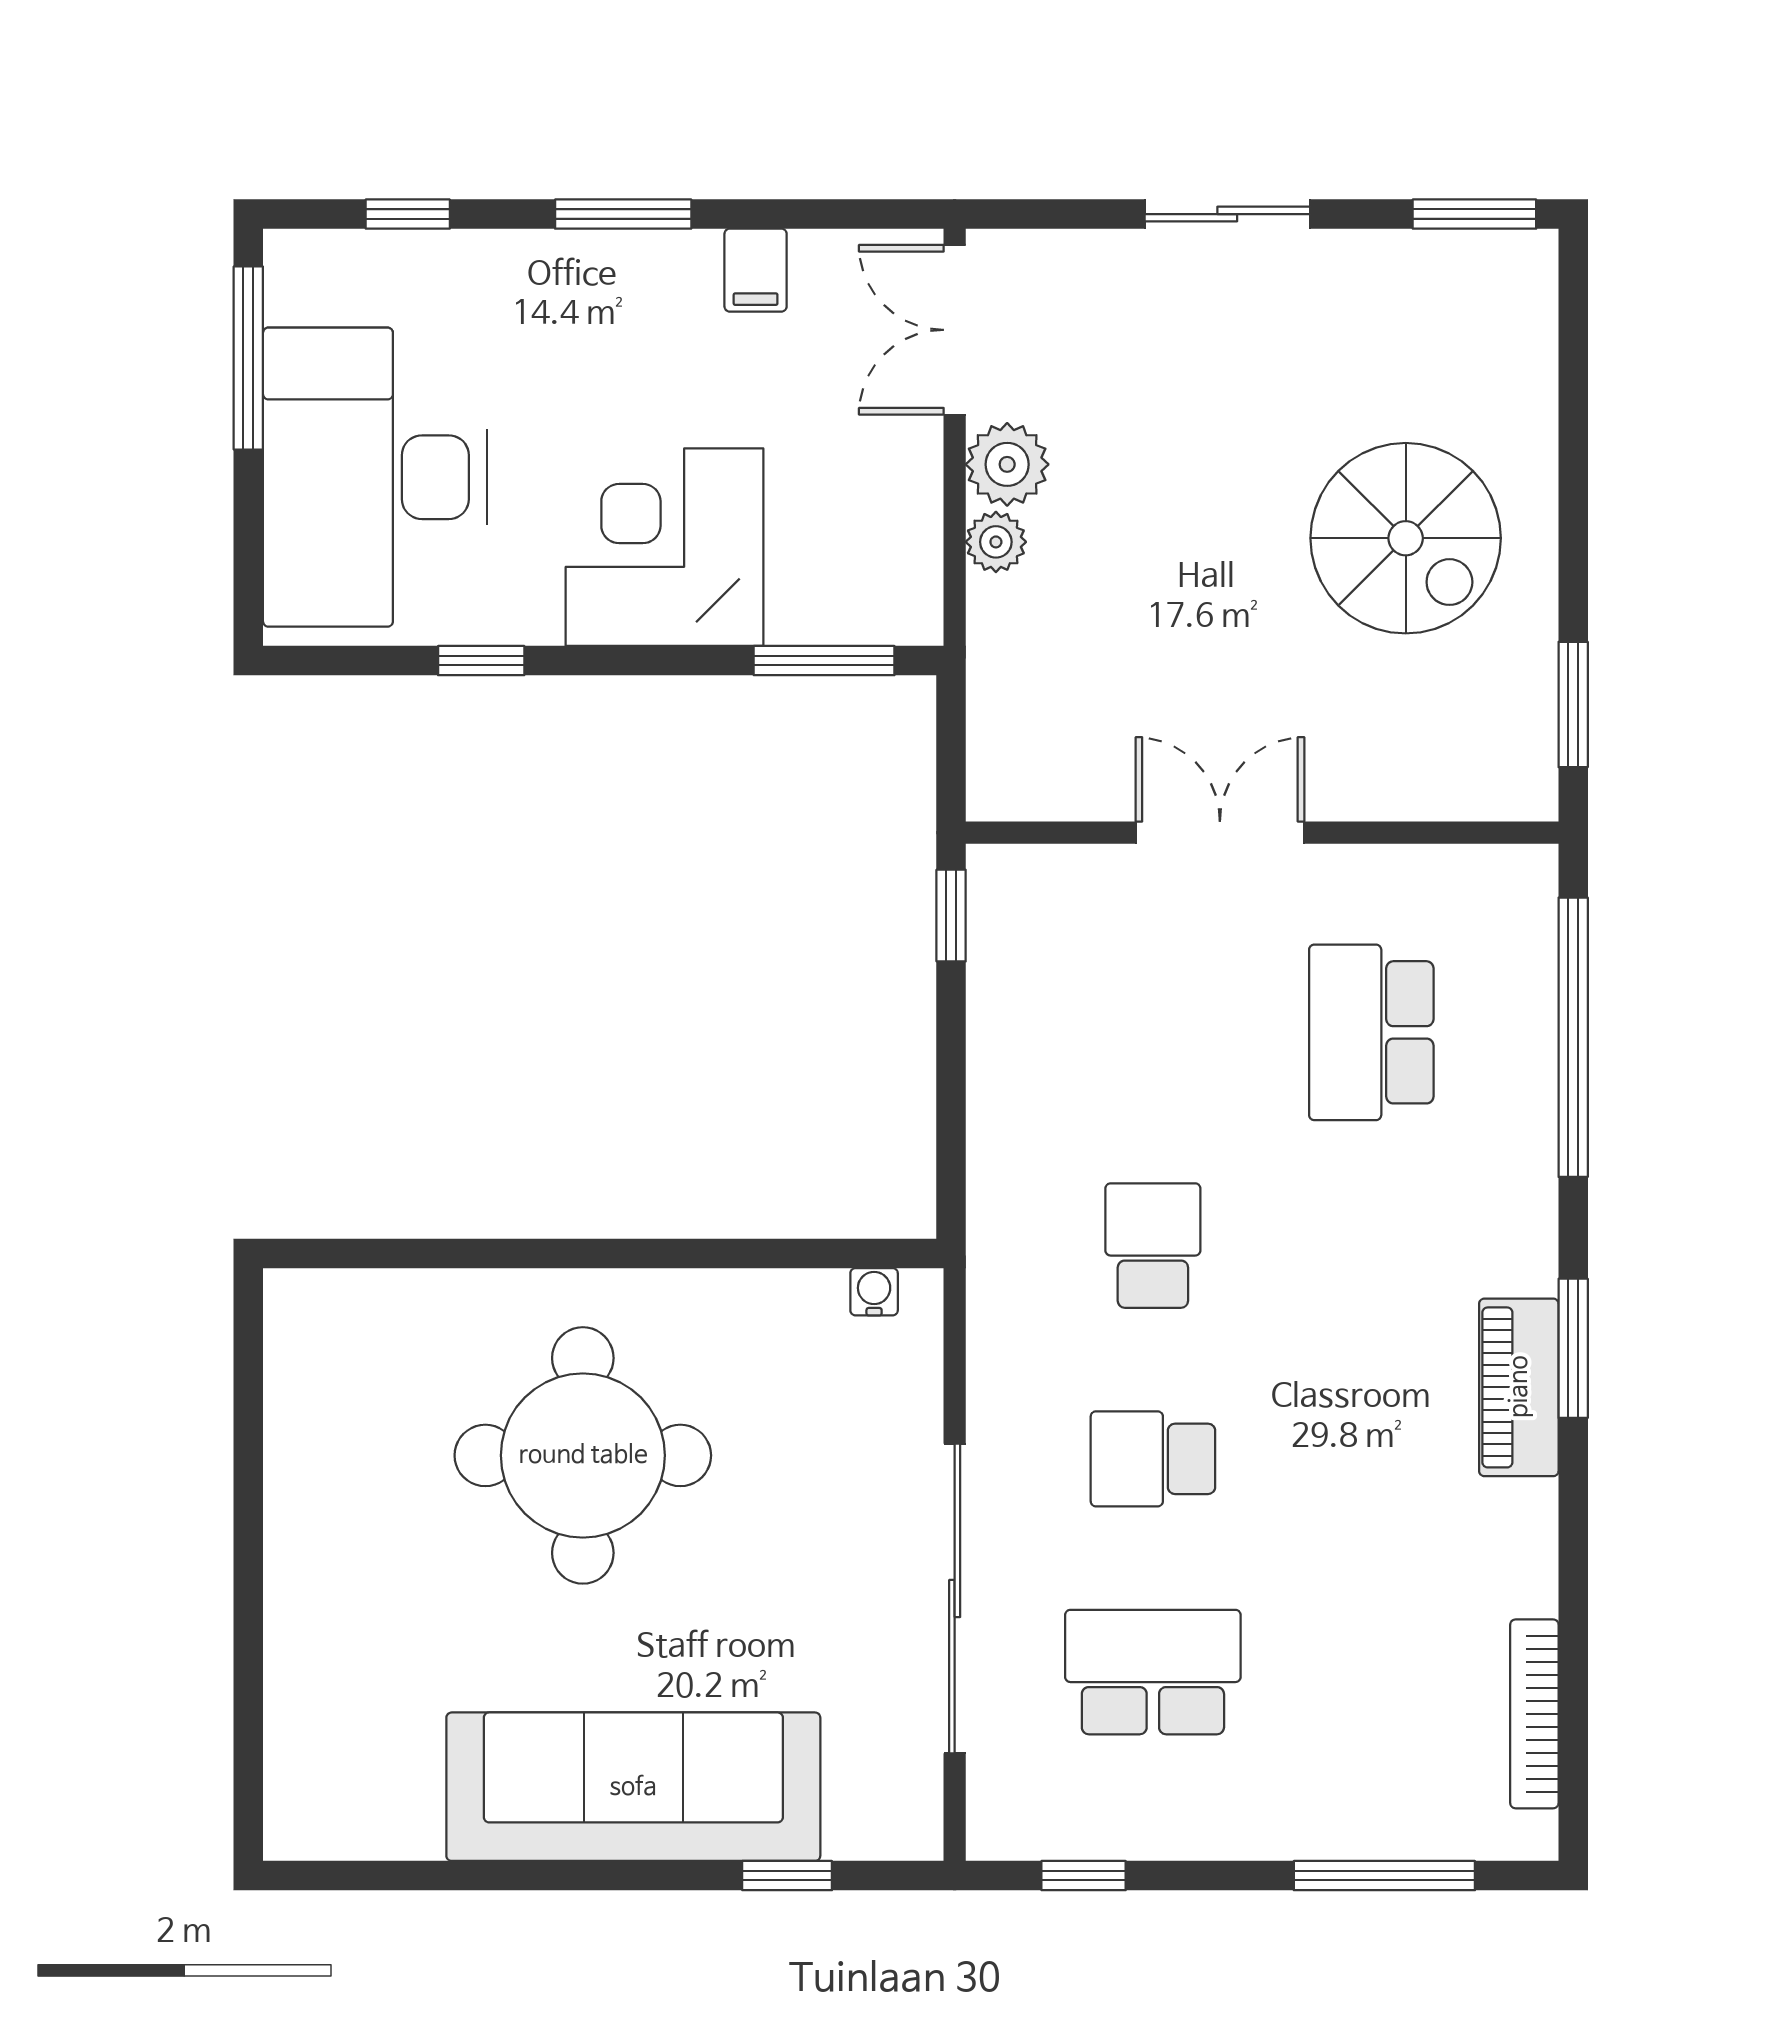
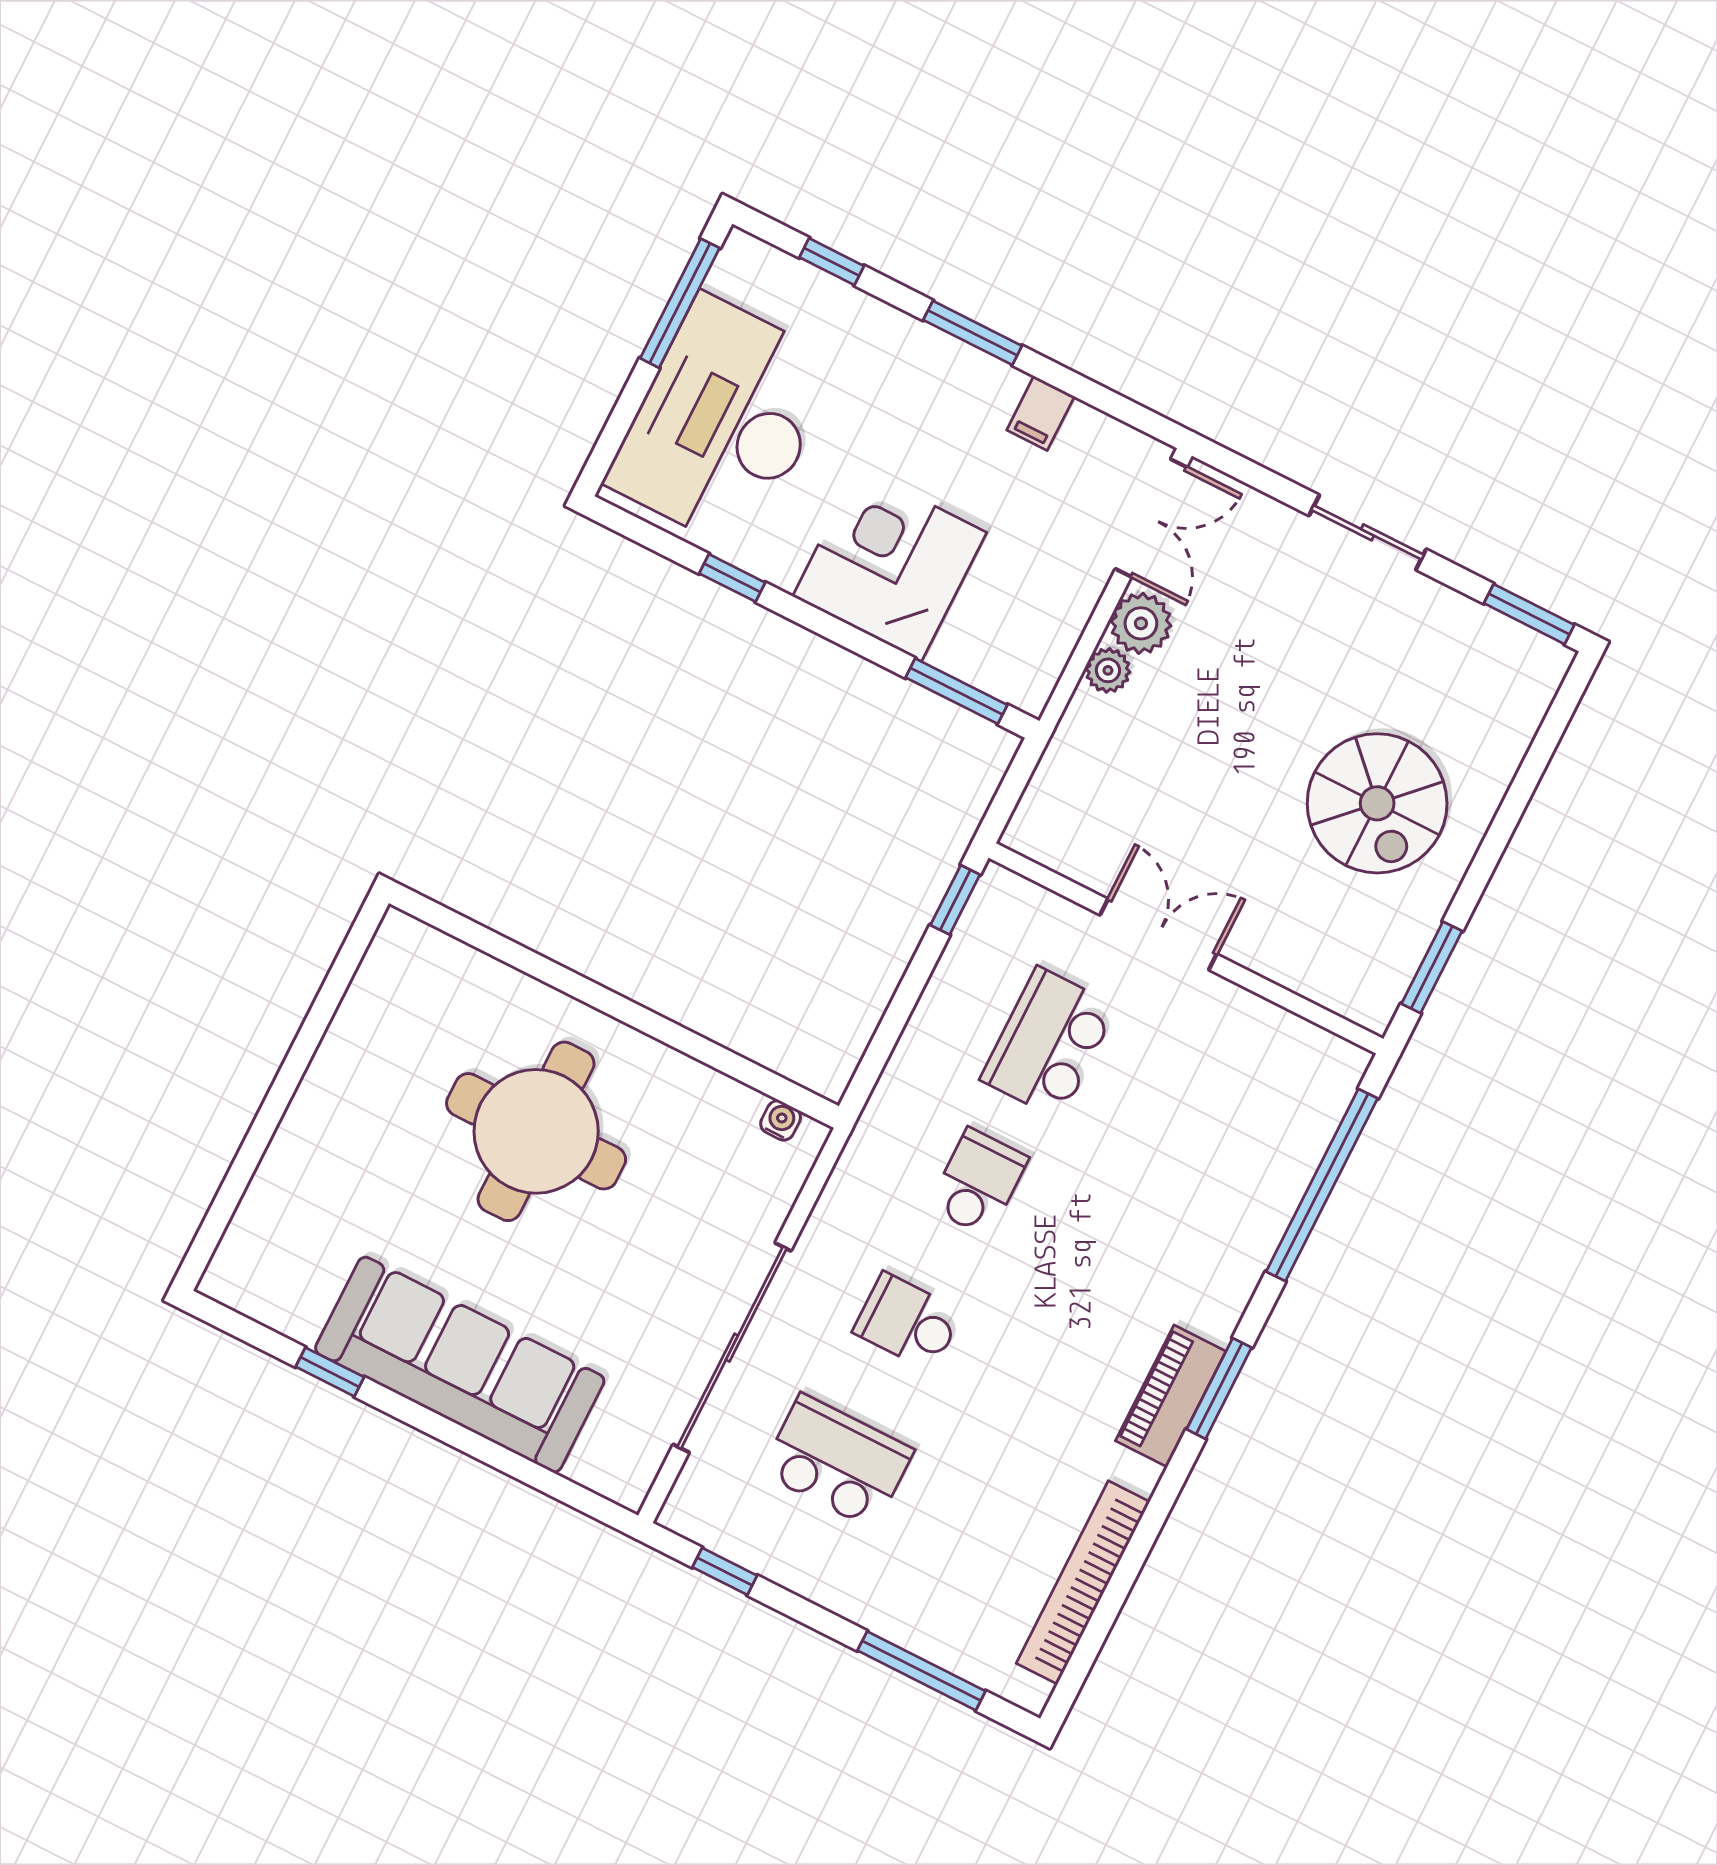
double door: (955, 330) -> (1151, 518), swing flipped
school desk: (1371, 1032) -> (1049, 1043), moved
bookcase: (1534, 1714) -> (1083, 1582), width x1.48, depth x1.31
window: (787, 1876) -> (330, 1372), moved

